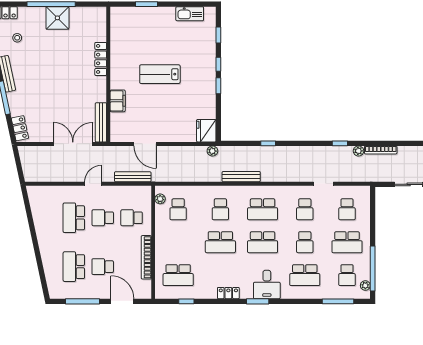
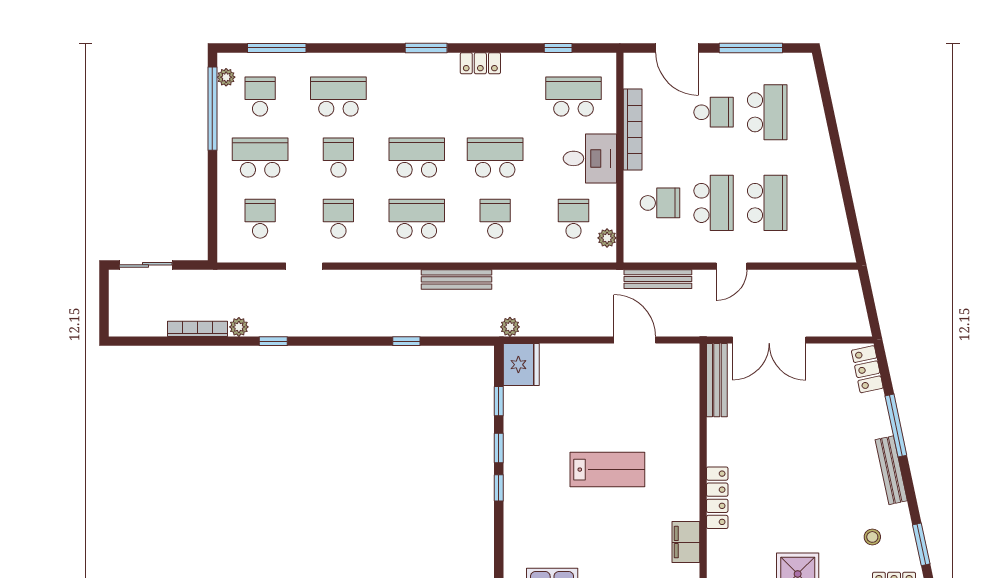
window: (218, 35) -> (499, 401), moved
filing cabinet: (118, 101) -> (686, 542), moved
school desk: (103, 218) -> (714, 203), width x1.85
desk: (267, 284) -> (590, 158), moved, turned 90

